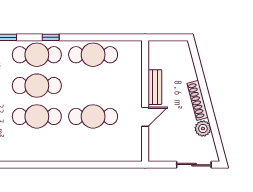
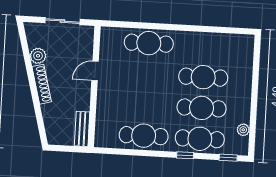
bench: (155, 87) -> (82, 129), moved
cafe table: (93, 116) -> (149, 43), moved
sliding door: (194, 165) -> (63, 21), moved

